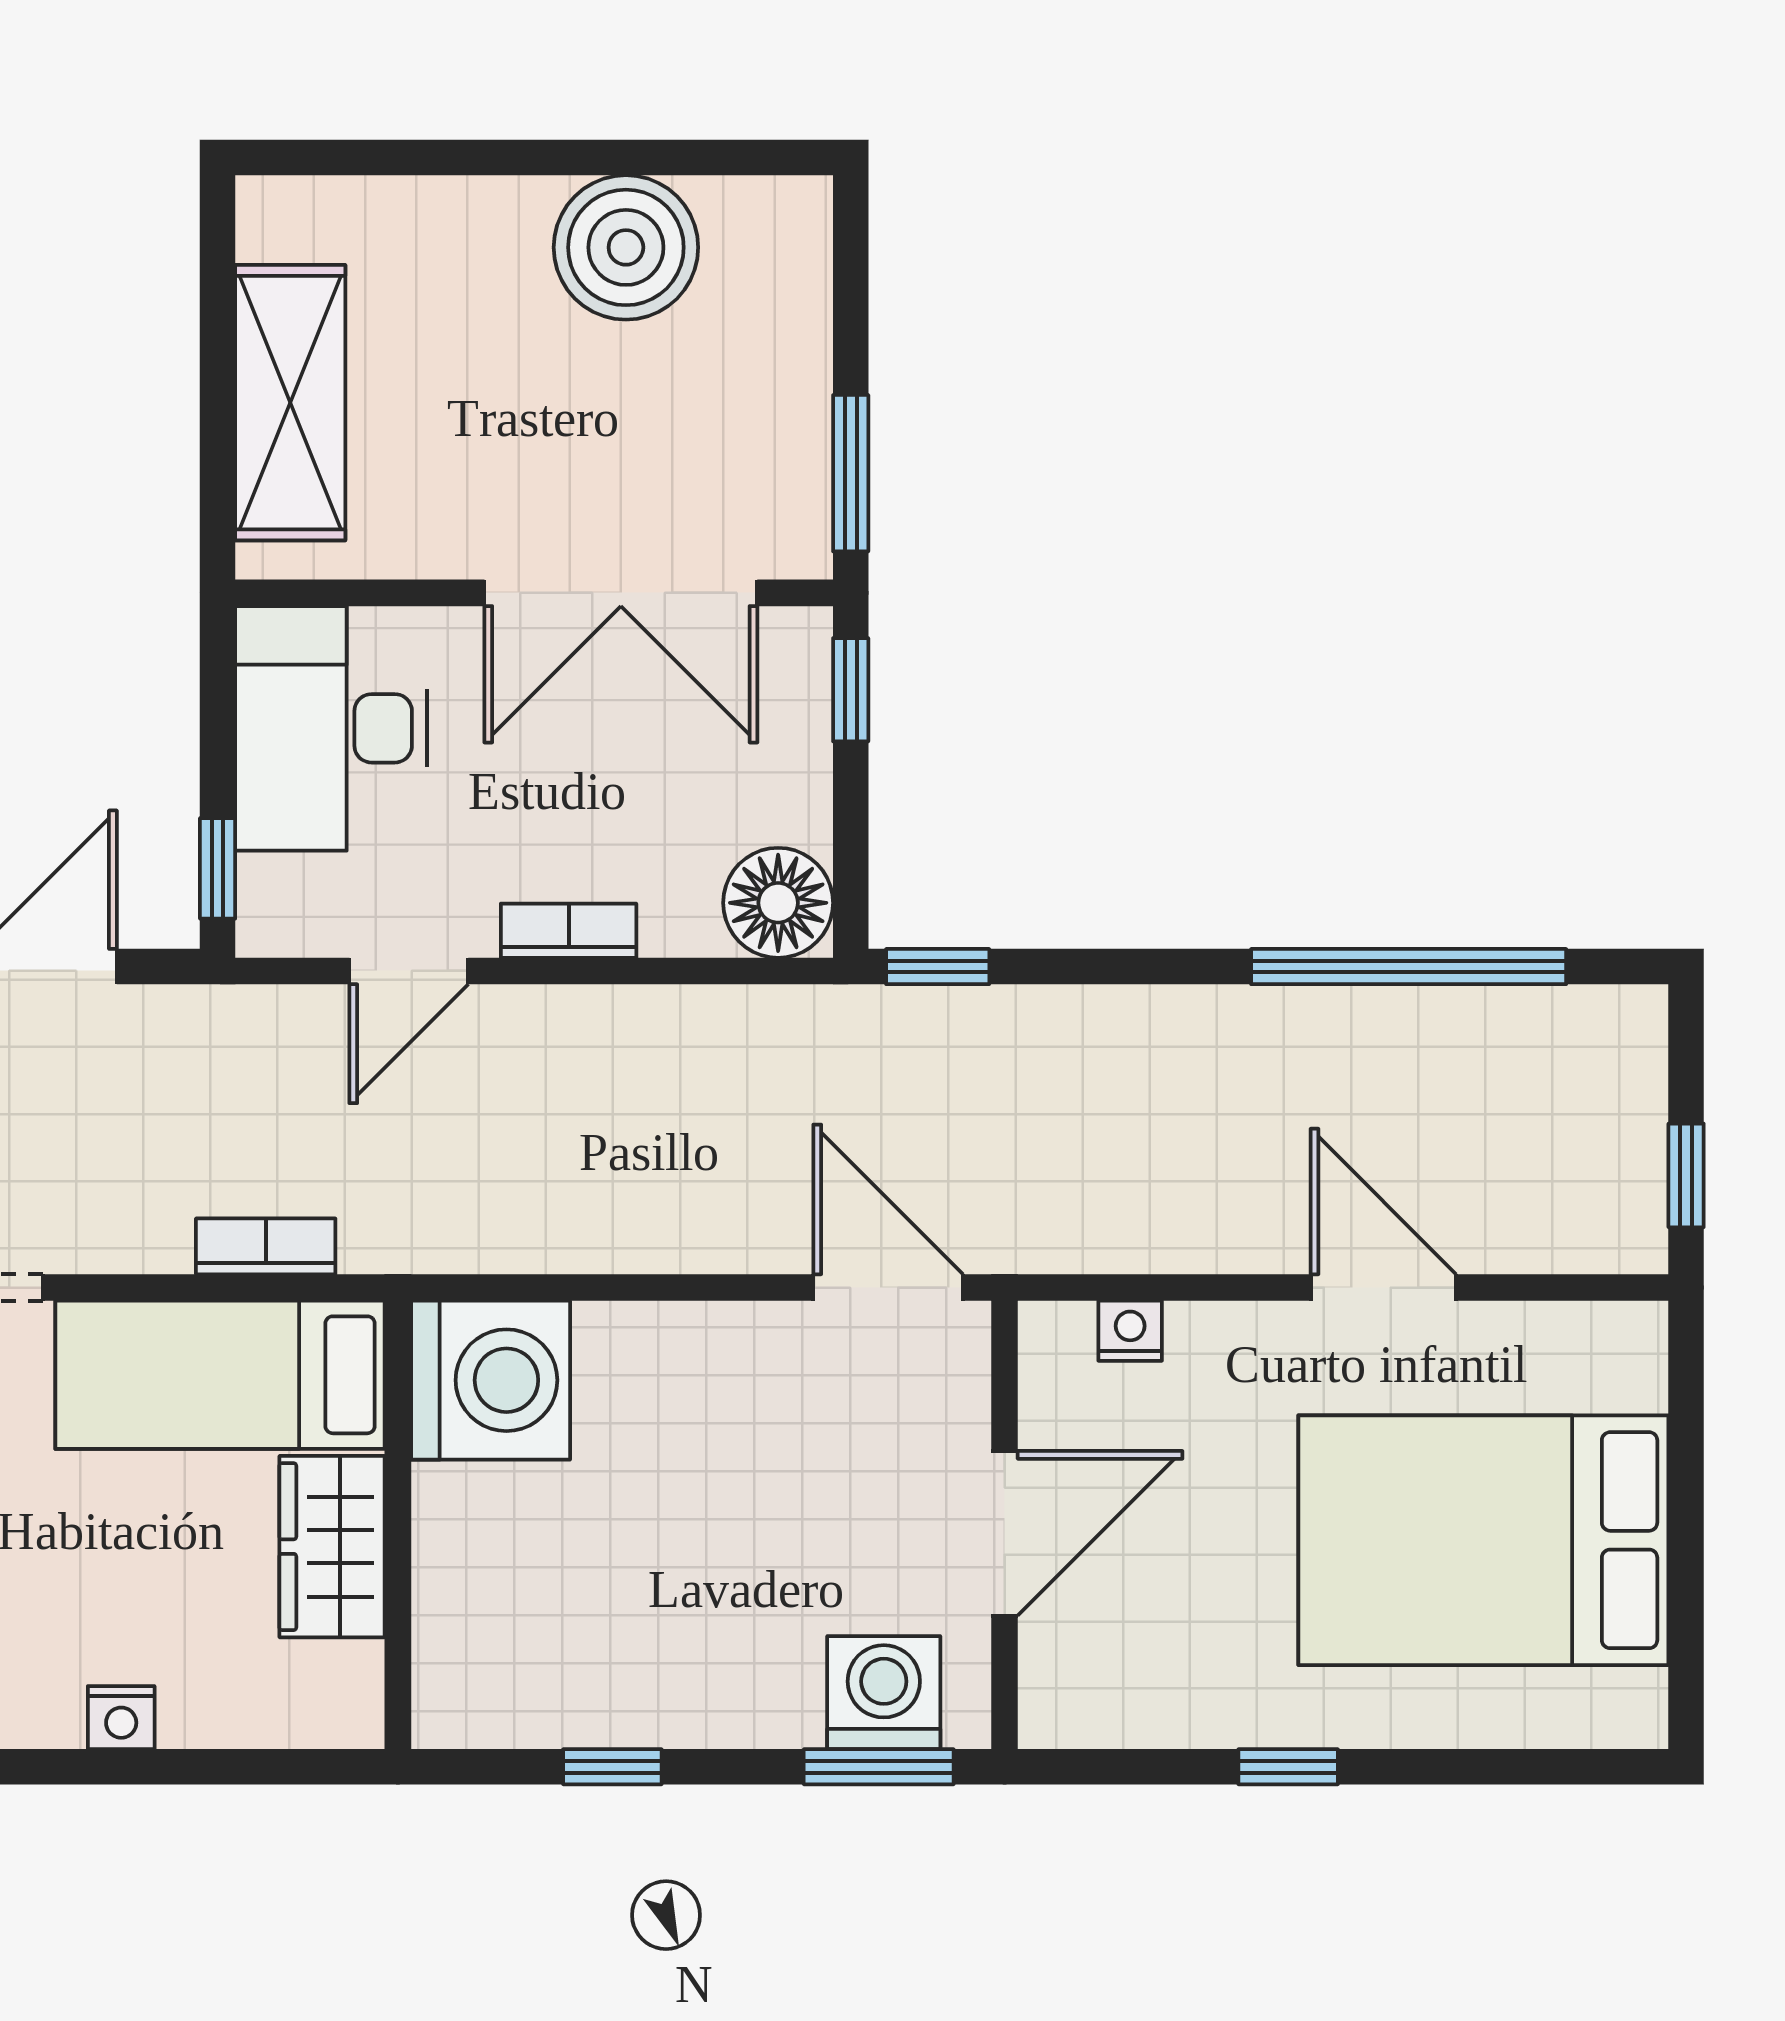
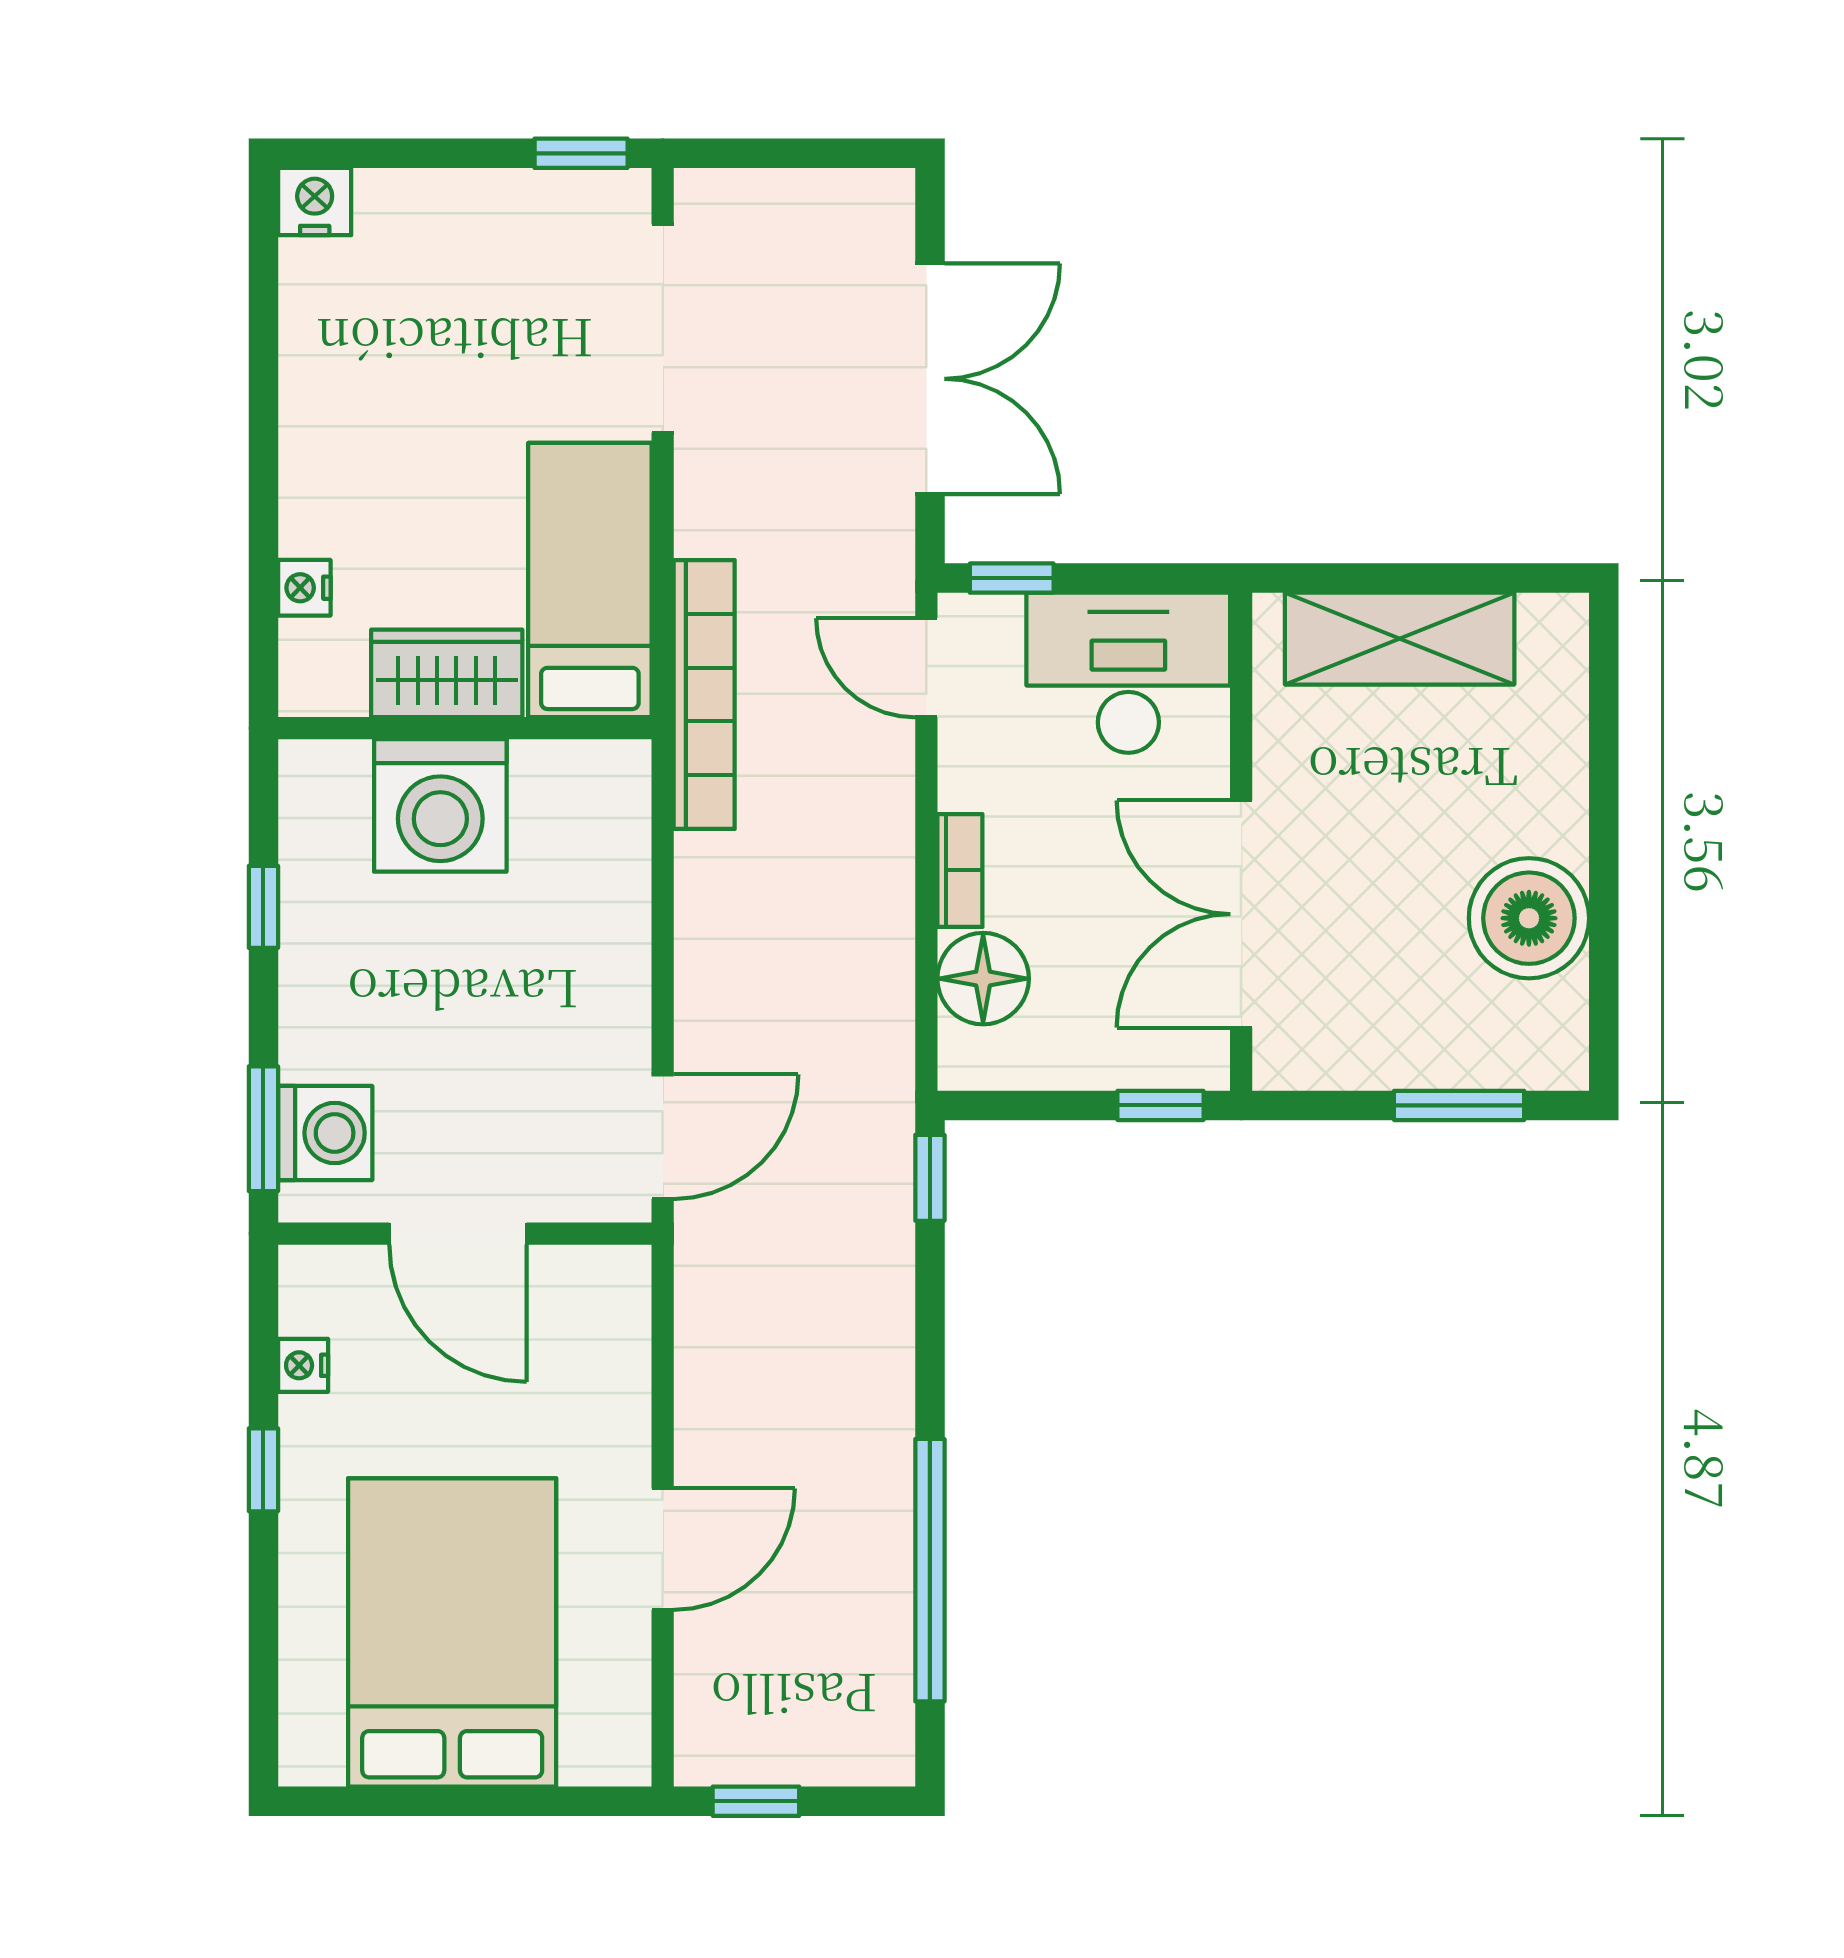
window: (851, 473) -> (1459, 1105), moved
floor lamp: (778, 903) -> (983, 979), moved
door: (409, 971) -> (926, 668), moved
bookcase: (266, 1246) -> (704, 694), width x2.31, depth x1.31
nightstand: (1130, 1331) -> (303, 1365), moved, turned 180
washing machine: (491, 1380) -> (440, 805), moved
nightstand: (121, 1718) -> (304, 588), moved

